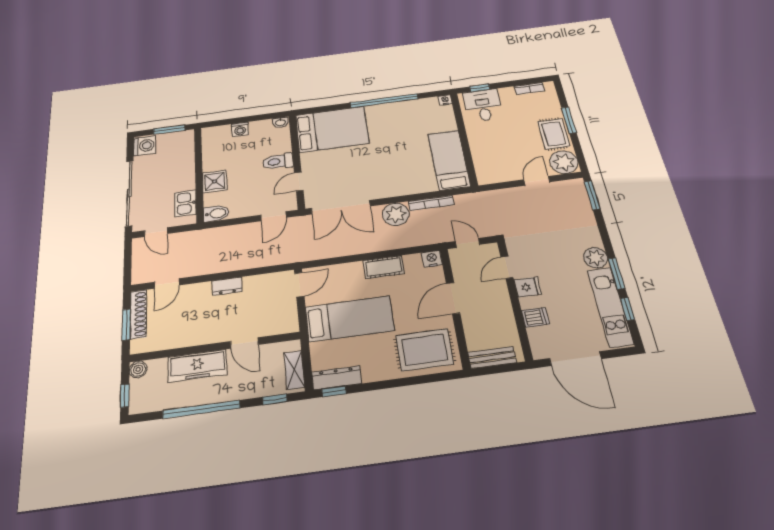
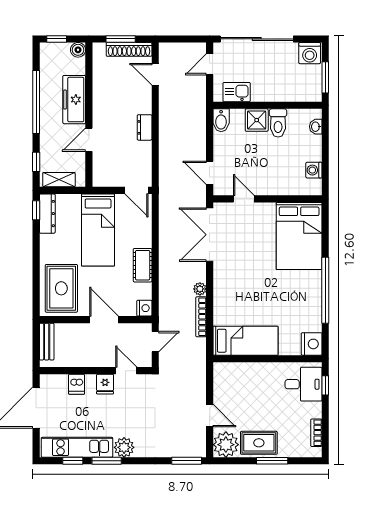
nightstand: (445, 100) -> (312, 344), width x1.89, depth x1.79
washbasin: (280, 122) -> (316, 127), moved
washing machine: (240, 129) -> (314, 170), moved
toilet: (278, 161) -> (278, 123), moved, turned 180
plant: (396, 214) -> (200, 289), width x0.53, depth x0.53

